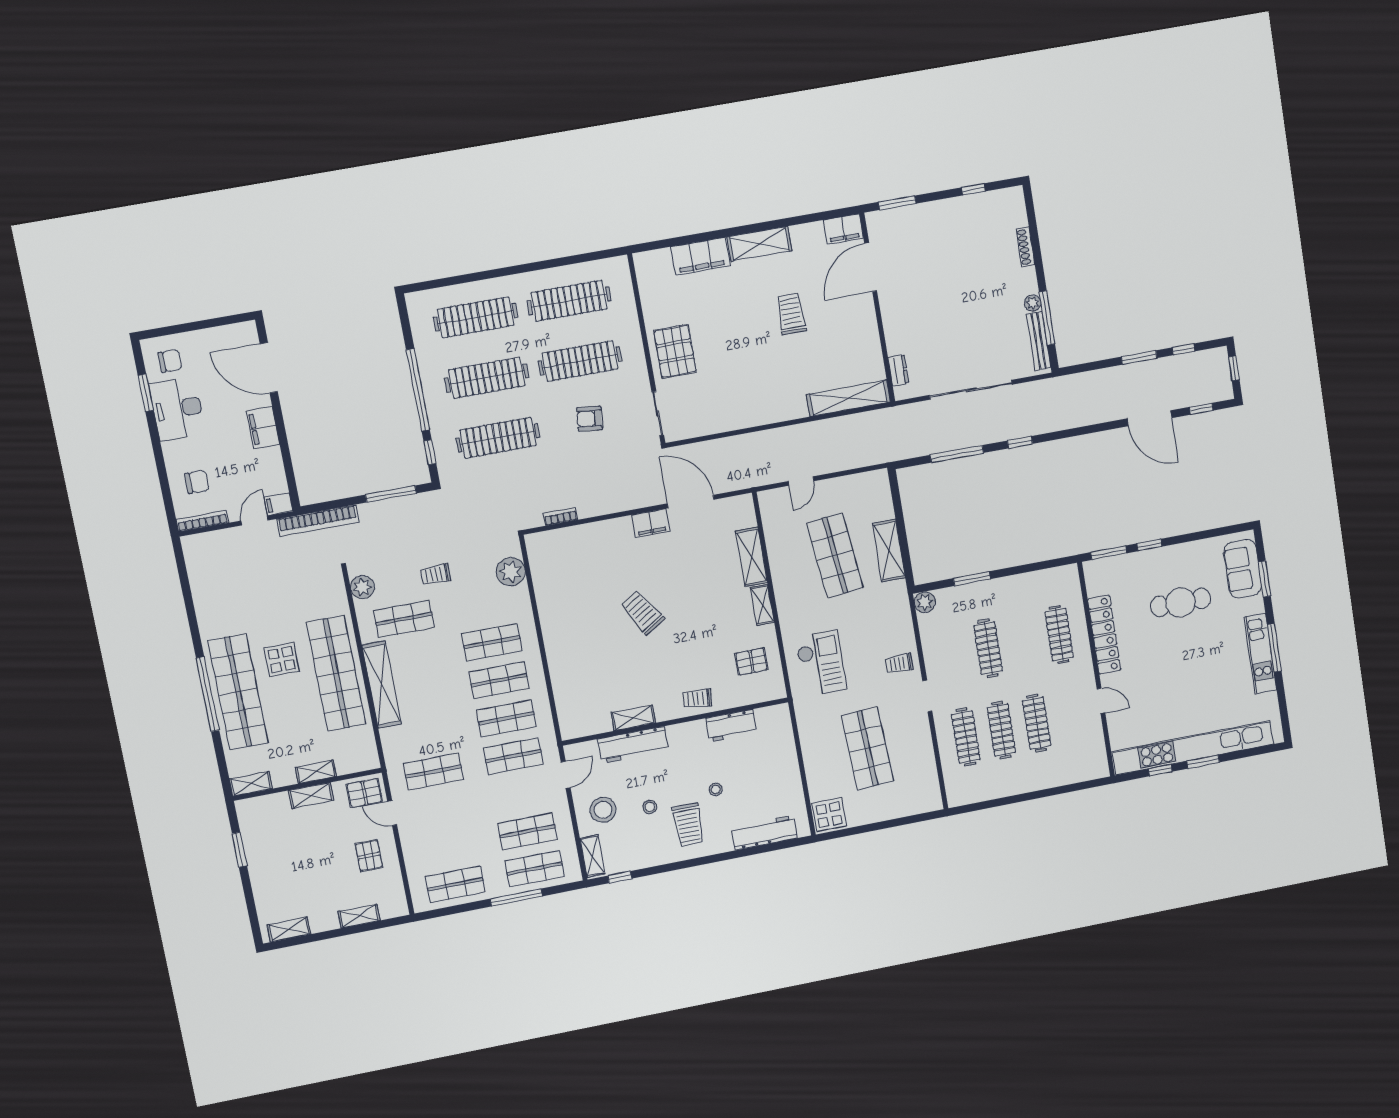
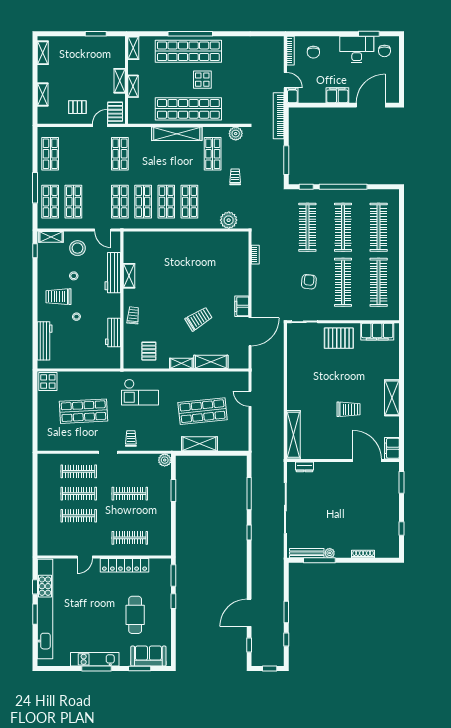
filing cabinet: (700, 256) -> (377, 332), moved, turned -90
trolley: (643, 612) -> (199, 319), moved

